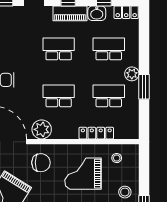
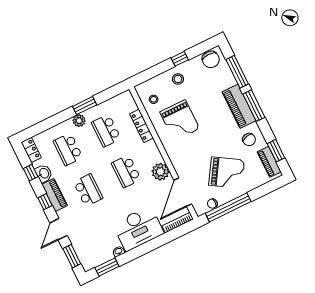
school desk: (59, 49) -> (88, 190), turned 180
chair: (41, 163) -> (188, 159), removed

